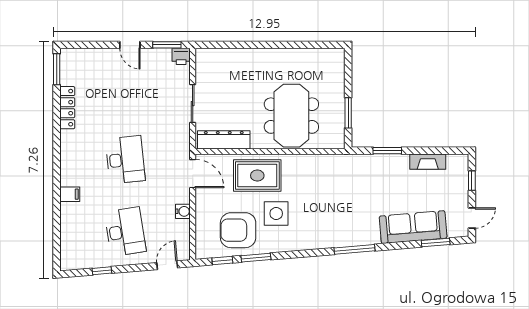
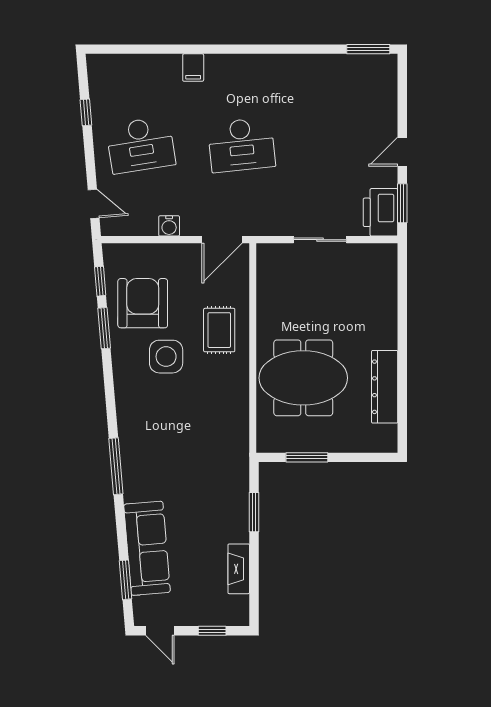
printer: (181, 56) -> (380, 212), width x1.87, depth x1.48
locker: (67, 108) -> (314, 64), removed
dresser: (224, 140) -> (385, 387), moved, turned 180
rug: (257, 176) -> (219, 330), width x0.73, depth x0.70

